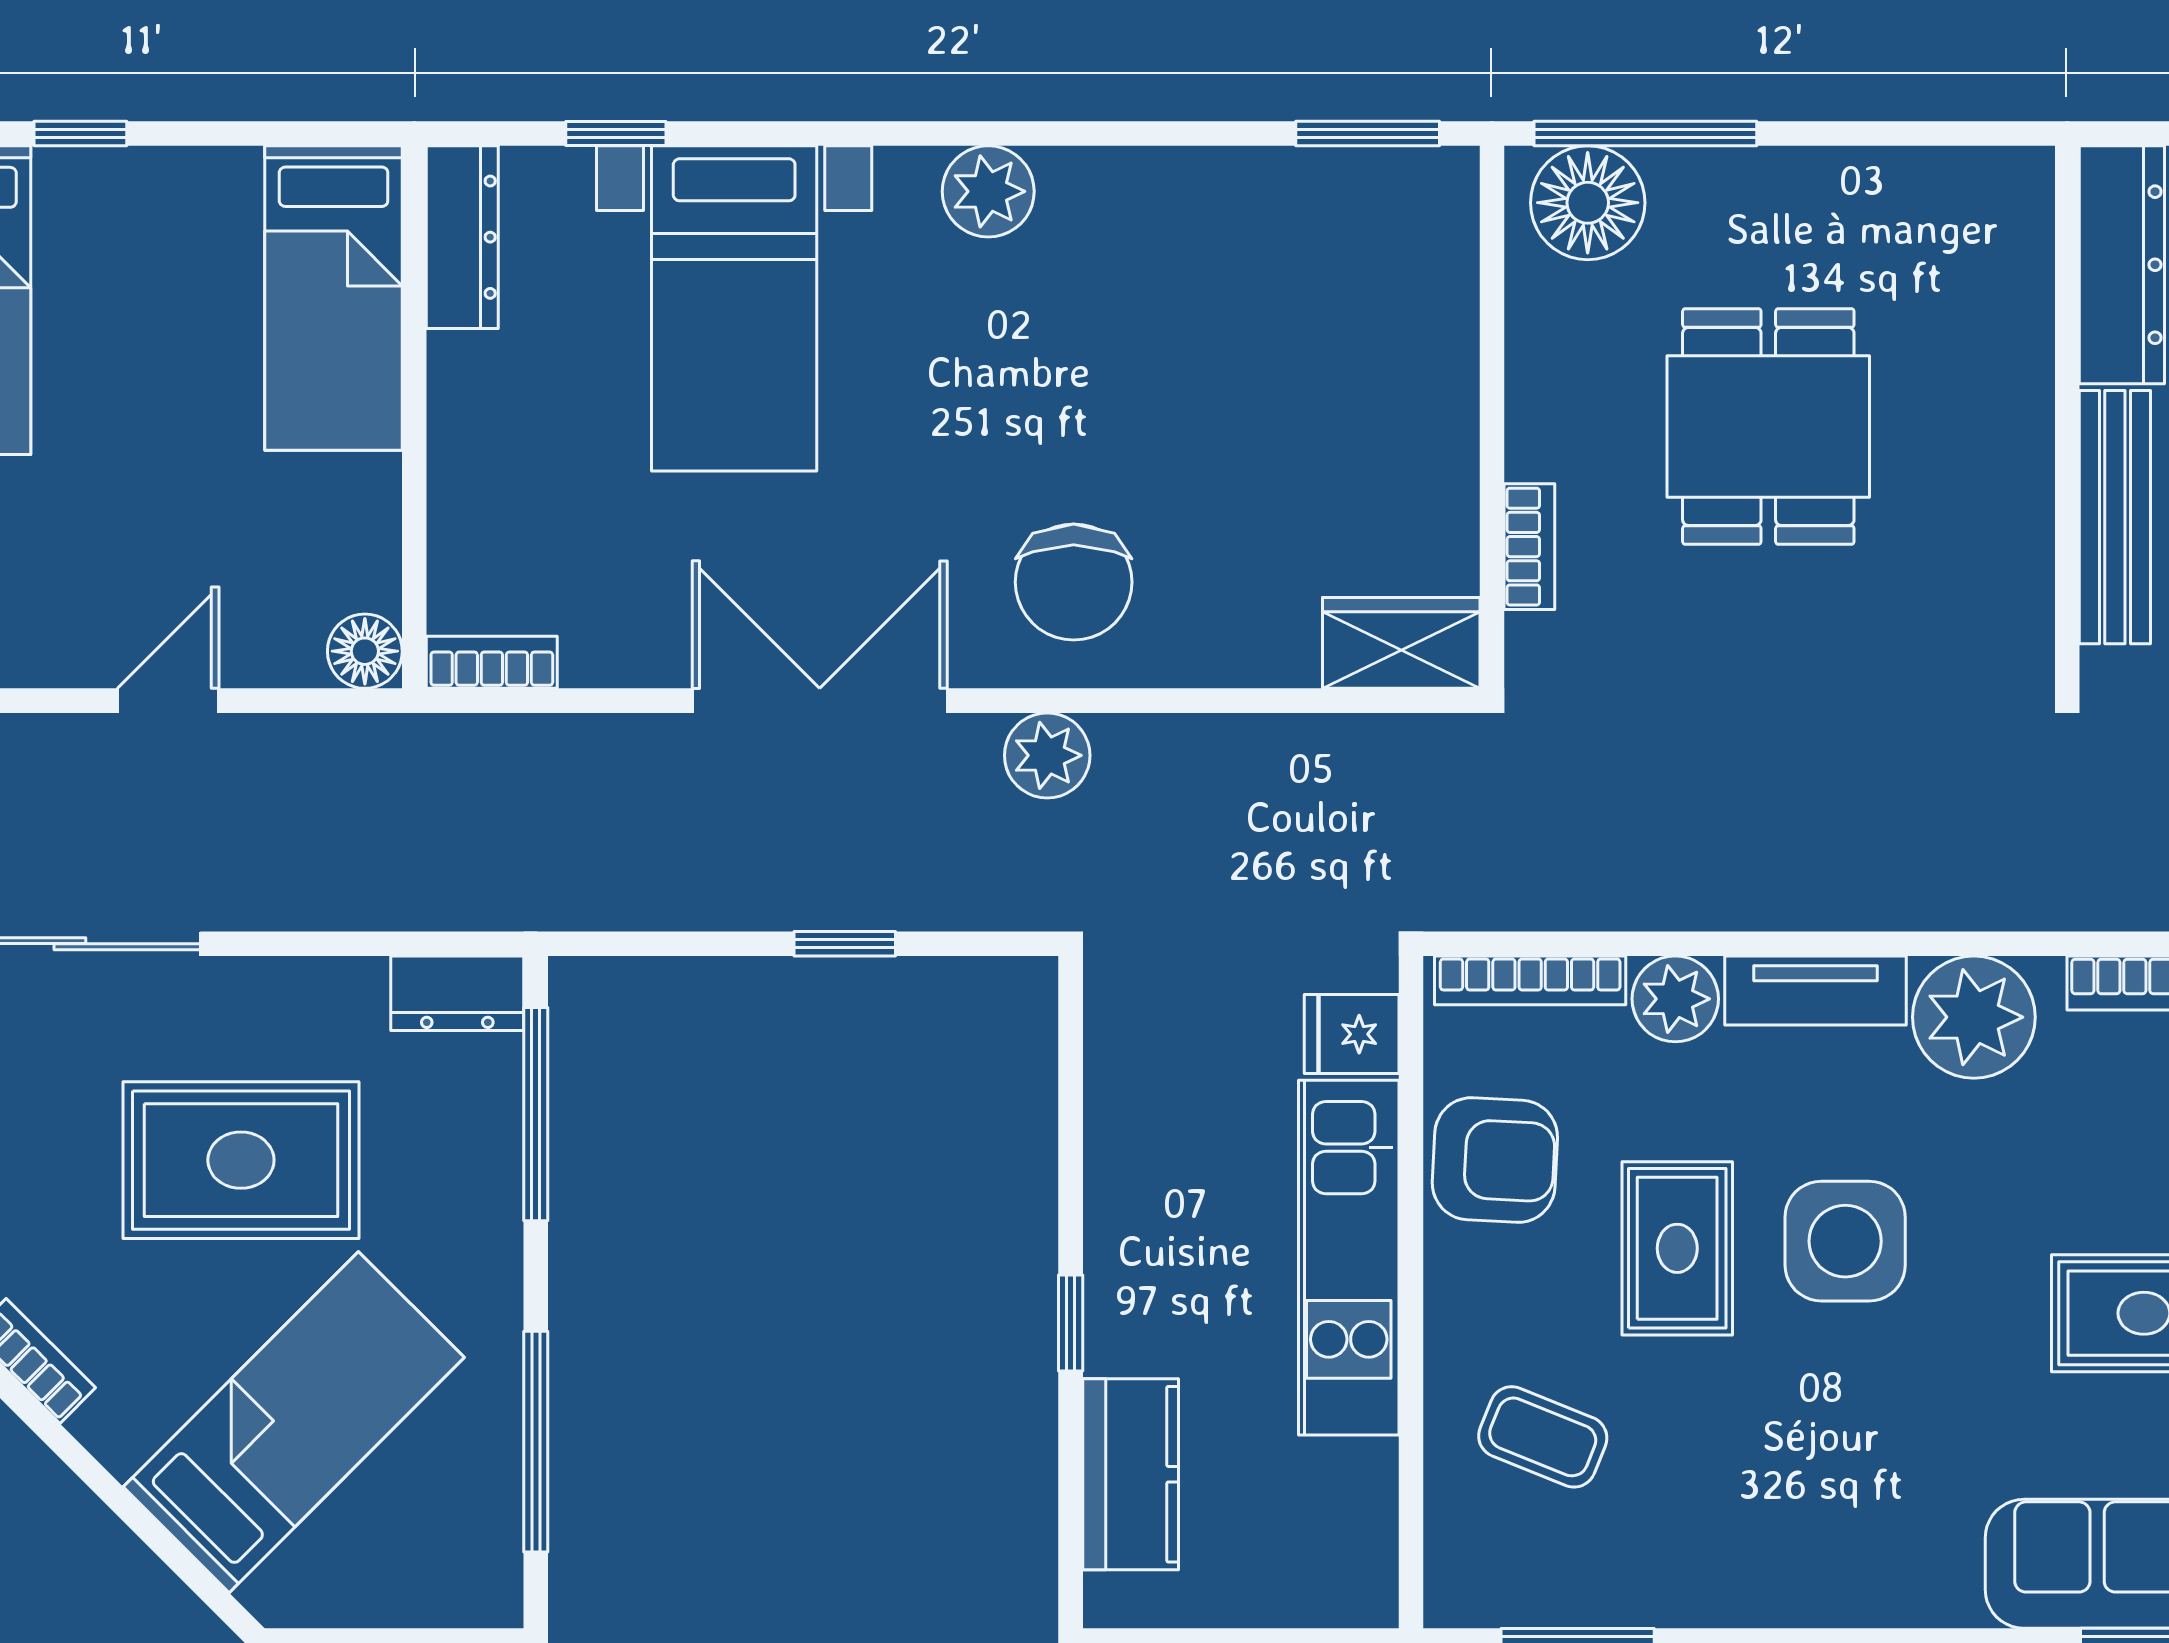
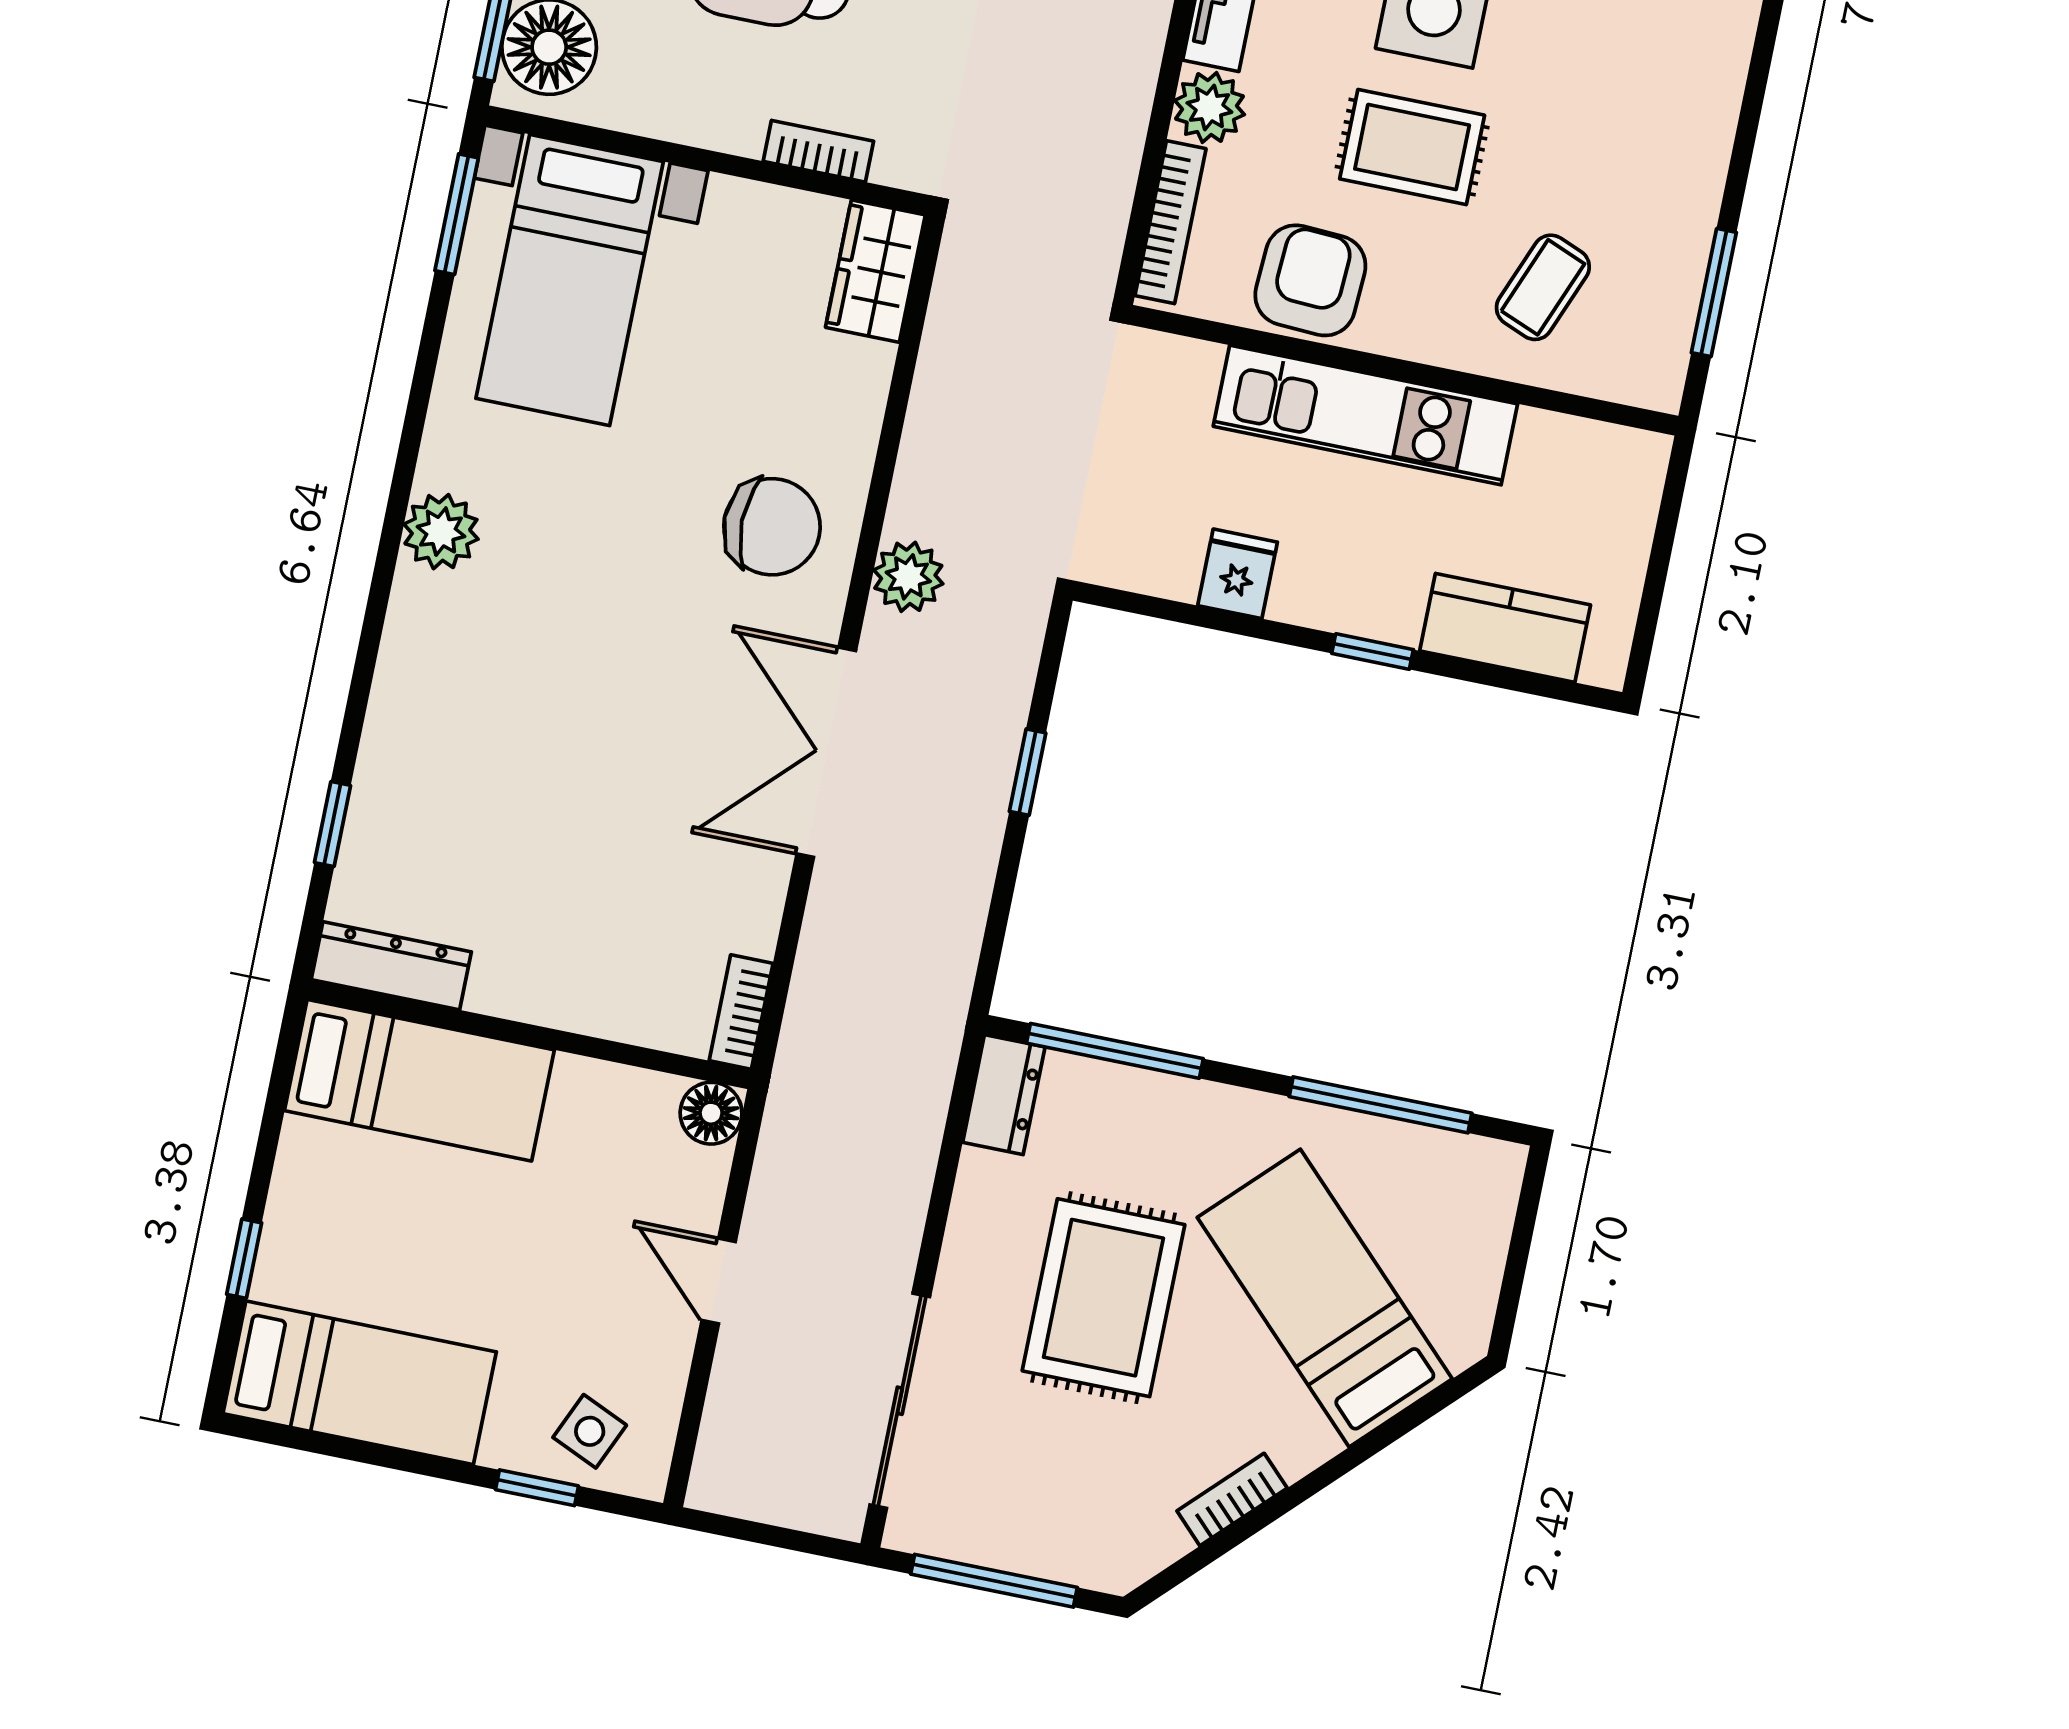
bed with nightstands: (734, 308) -> (570, 280), moved, turned 90
fridge: (1352, 1034) -> (1238, 574), moved, turned 180

